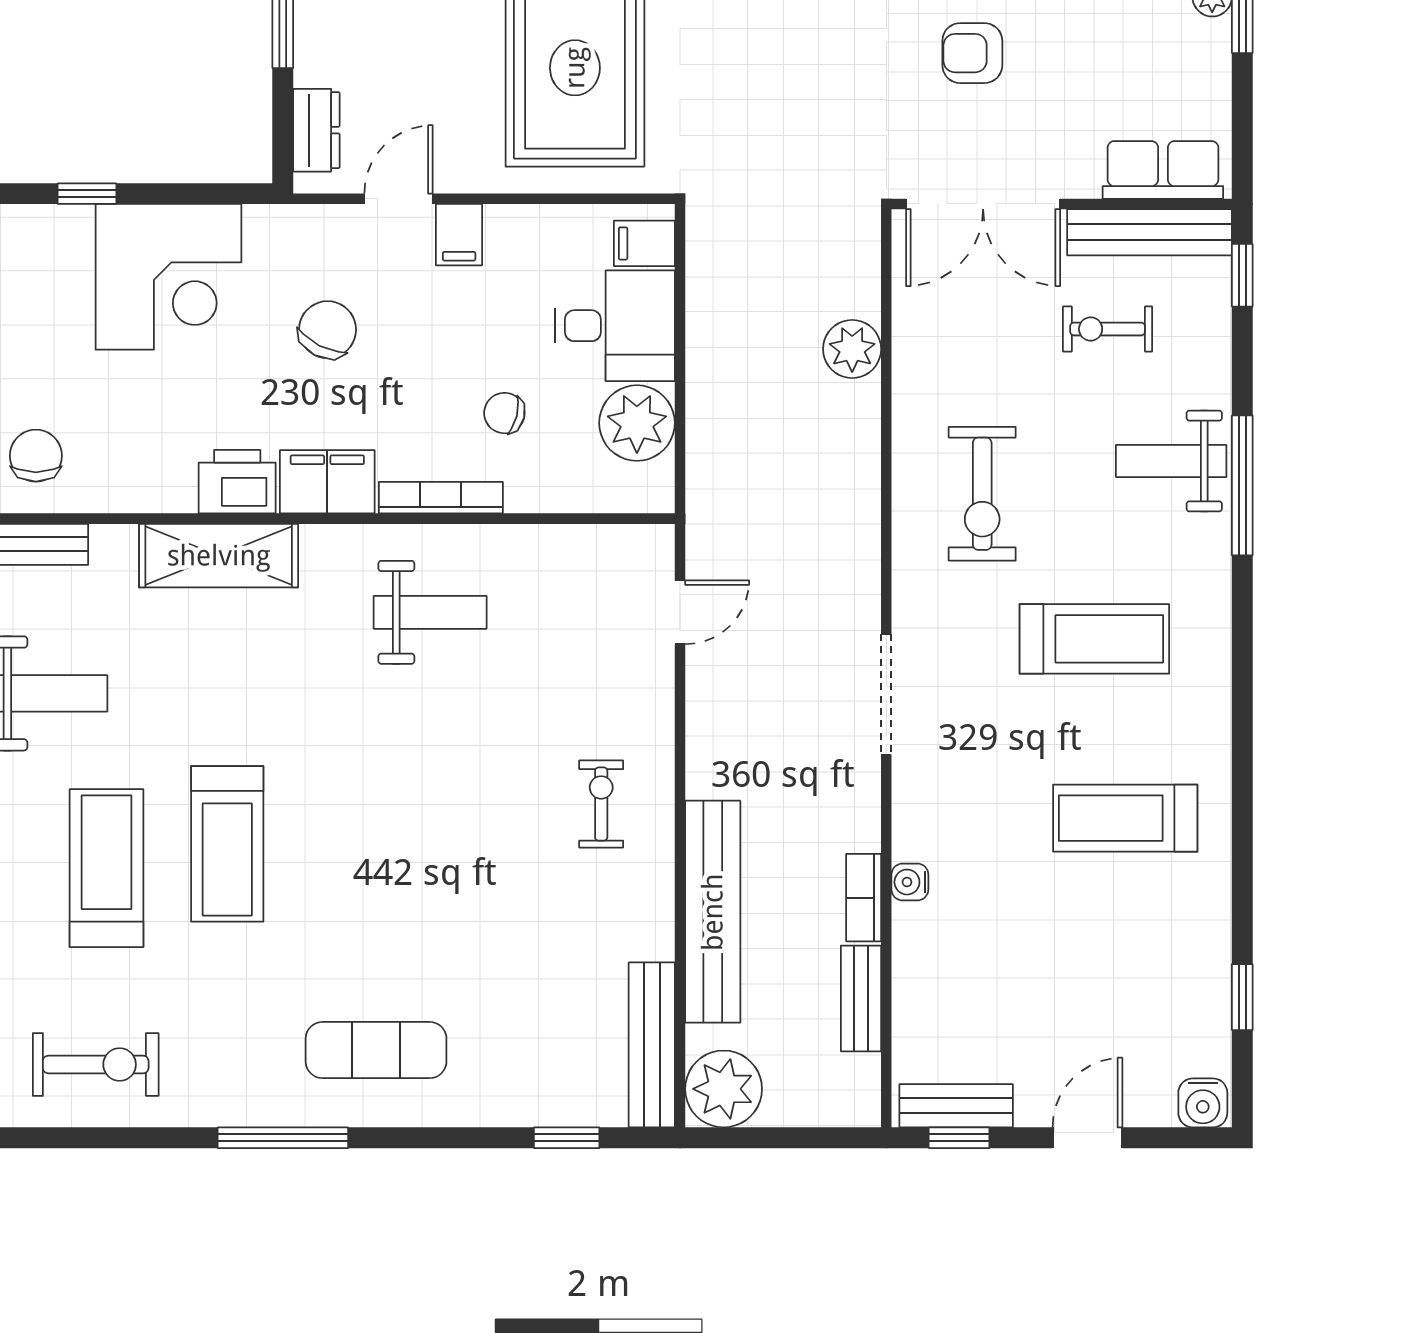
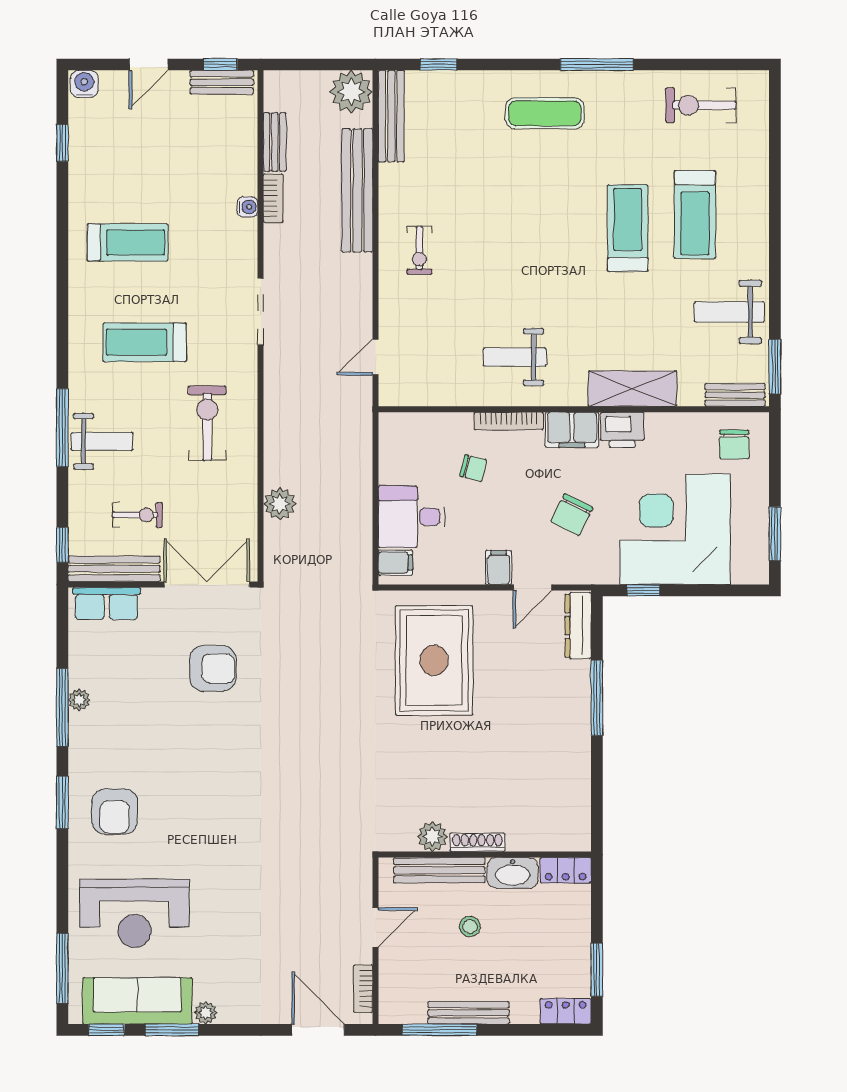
armchair: (972, 53) -> (213, 669), width x1.38, depth x1.38
dresser: (316, 130) -> (578, 626), width x1.44
window: (87, 194) -> (643, 590), moved
corner desk: (169, 277) -> (675, 529), width x1.36, depth x1.36
plant: (637, 423) -> (399, 463), removed

